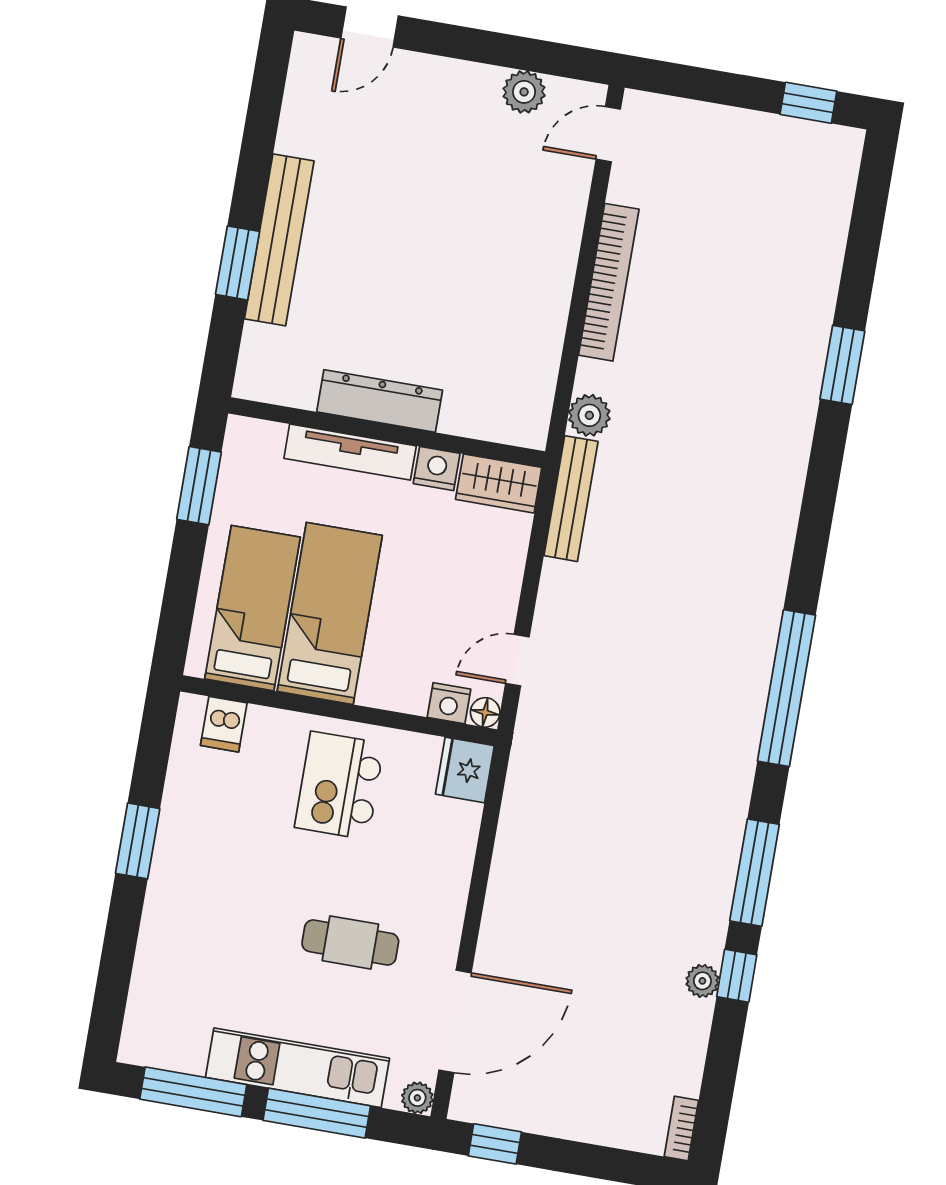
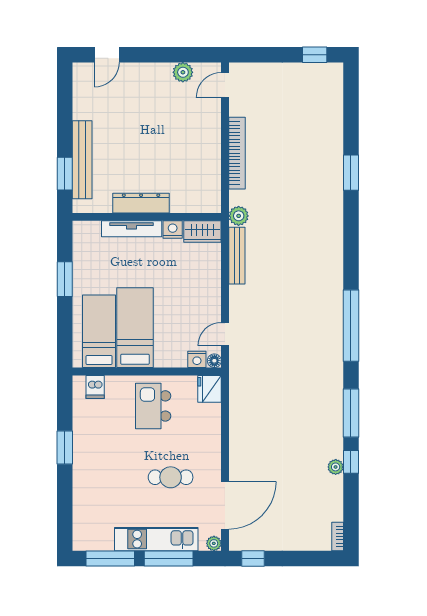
dresser: (380, 401) -> (141, 203), moved
wall: (387, 432) -> (147, 217), moved
tv unit: (350, 452) -> (132, 229), moved
nightstand: (437, 468) -> (173, 230), moved
wardrobe: (499, 483) -> (202, 231), moved

